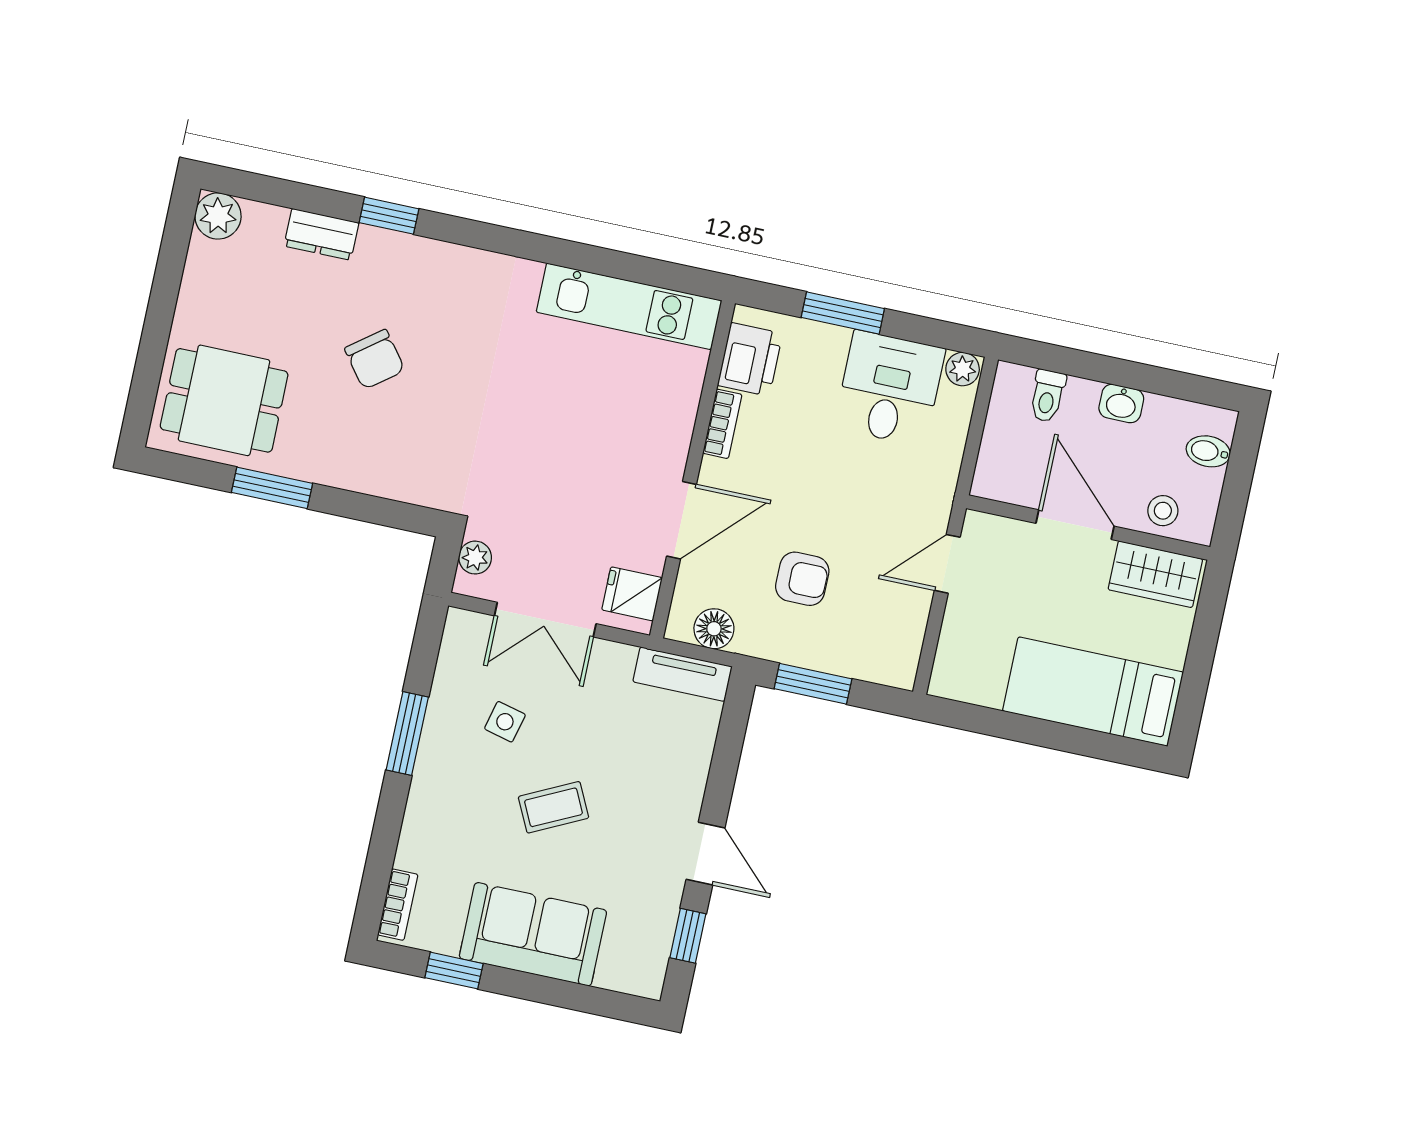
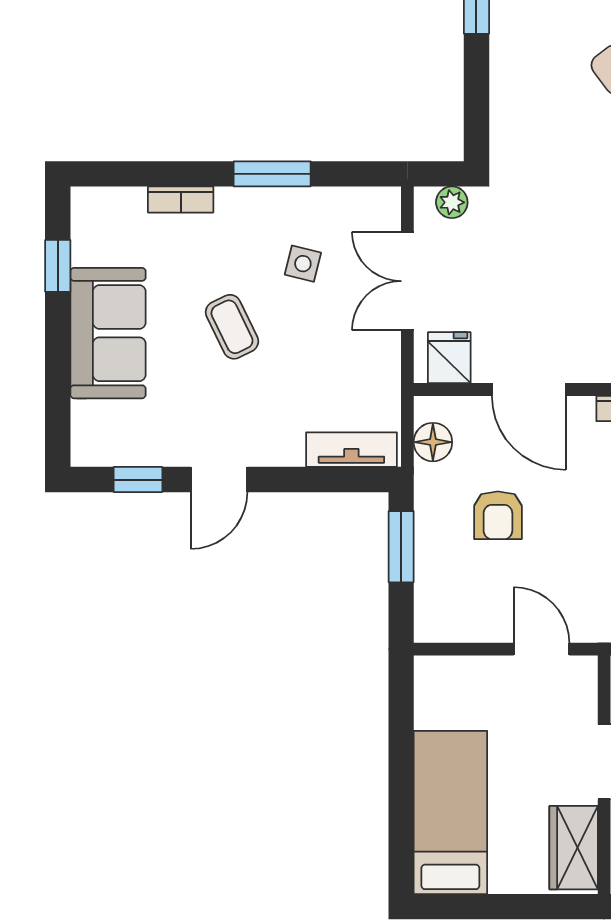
tv unit: (682, 674) -> (351, 450), moved, turned 90
bookcase: (398, 905) -> (181, 200), moved

